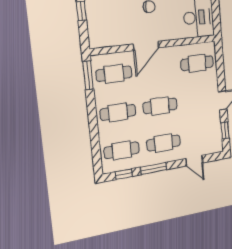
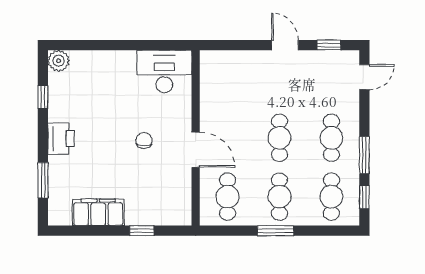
cafe table: (197, 63) -> (228, 79), removed
window: (88, 75) -> (276, 231), moved
door: (194, 161) -> (364, 77), moved

